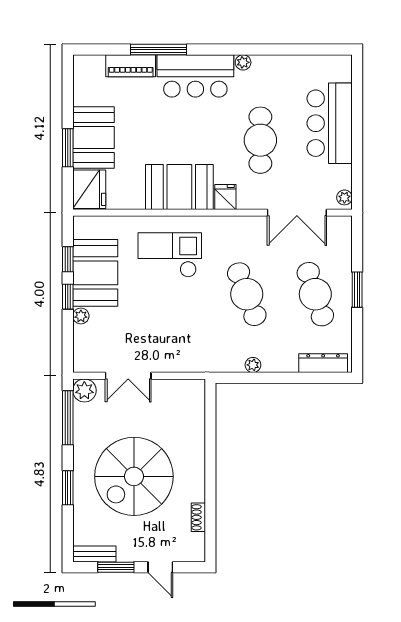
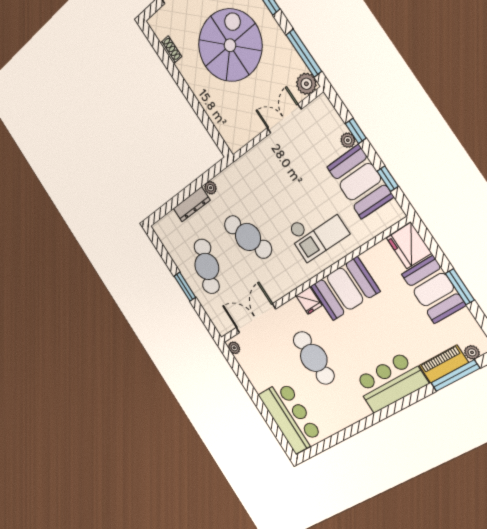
window: (158, 50) -> (455, 376), moved
plant: (243, 62) -> (472, 352), moved
bar counter: (330, 123) -> (291, 417), moved
window: (68, 148) -> (460, 287), moved
cafe table: (315, 294) -> (207, 266), turned 42
window: (68, 297) -> (356, 131), moved
dresser: (323, 363) -> (192, 204), moved

